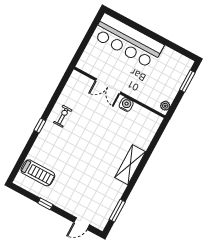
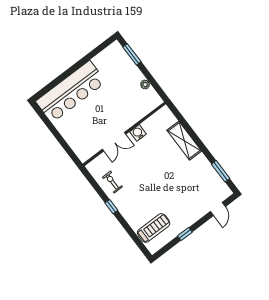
double door: (108, 86) -> (114, 142), moved
wall: (119, 92) -> (124, 134), moved
water cooler: (126, 104) -> (138, 133), moved

